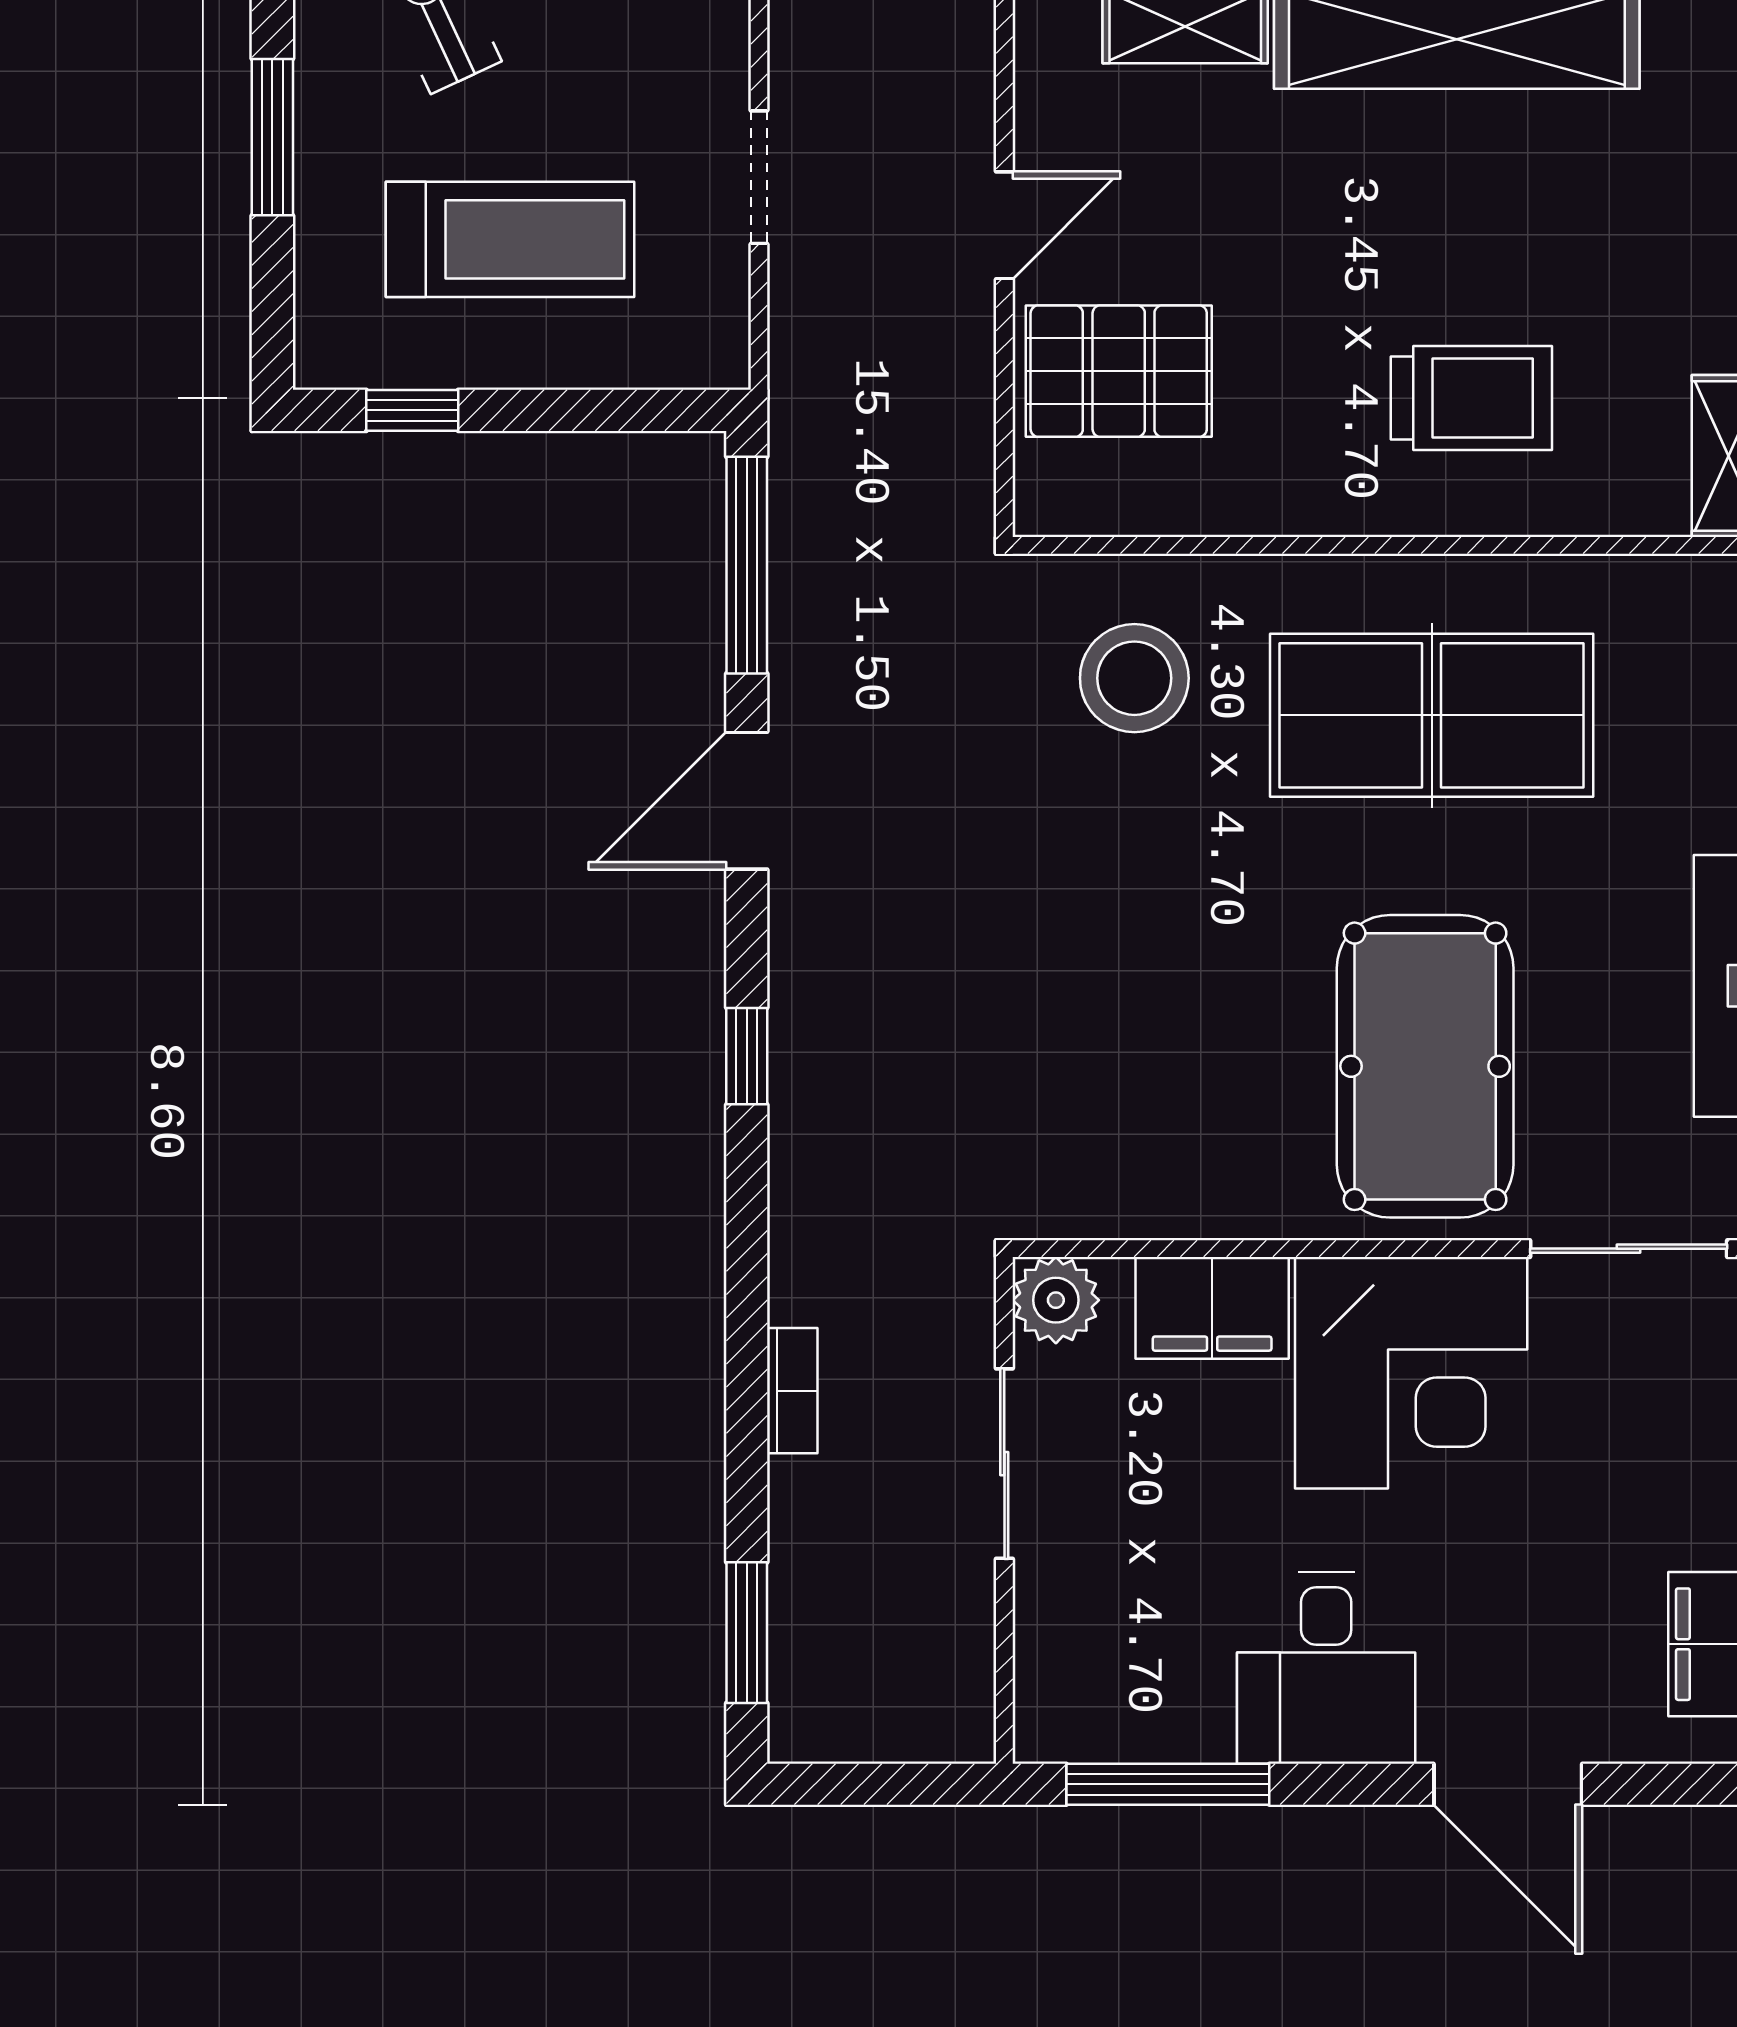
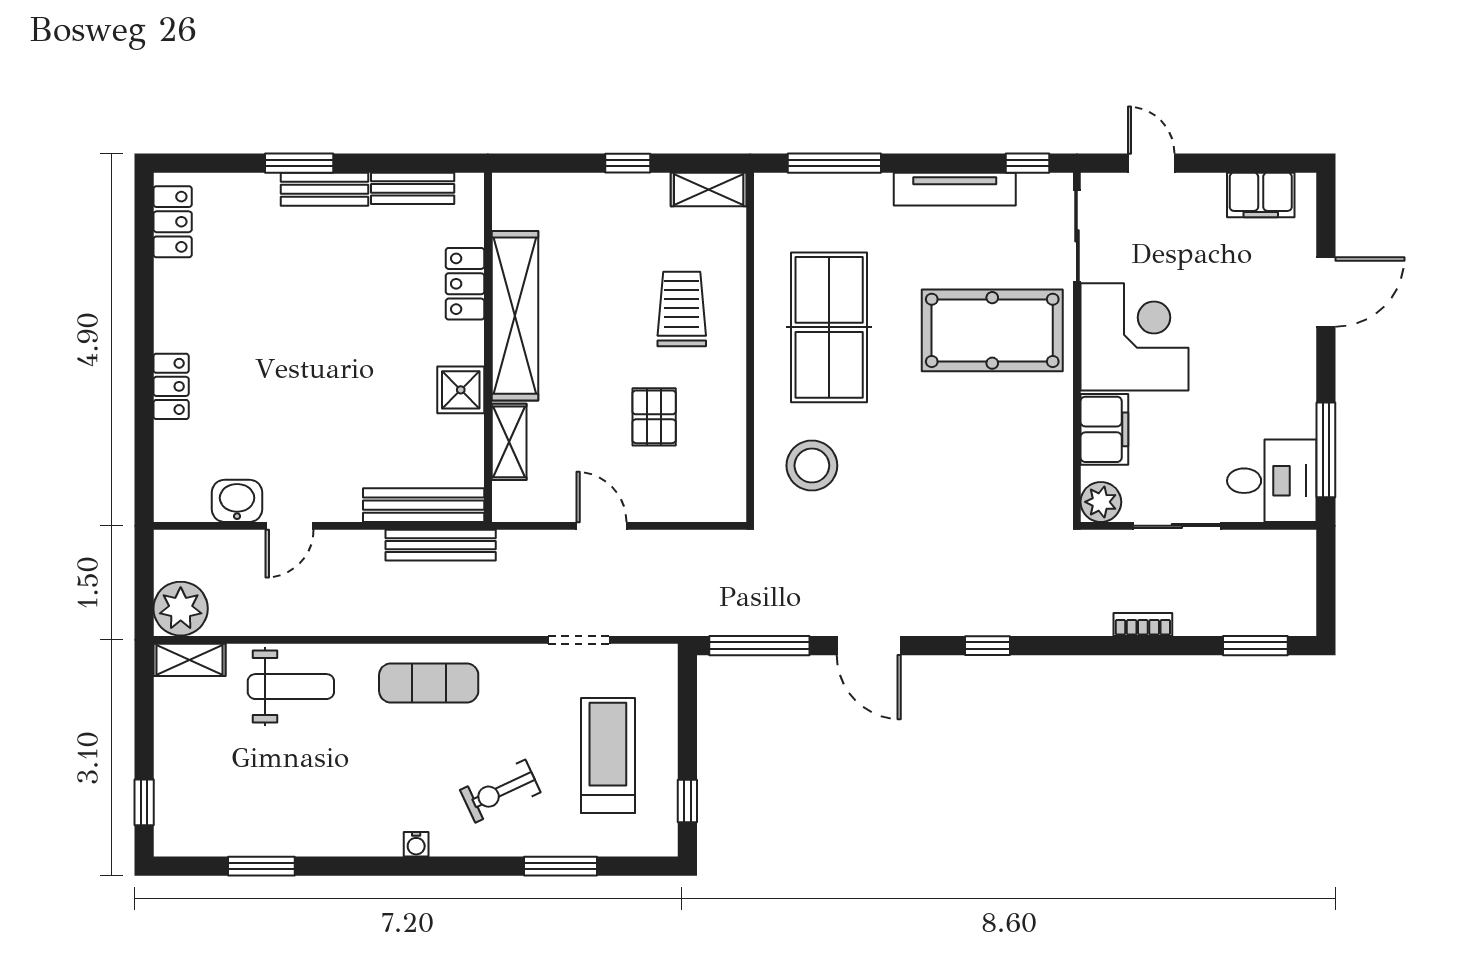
pallet: (1119, 371) -> (654, 417), moved, width x0.67, depth x0.71
desk: (1326, 1668) -> (1272, 481), moved

